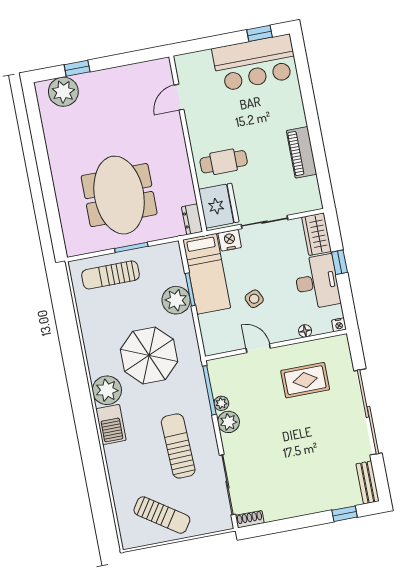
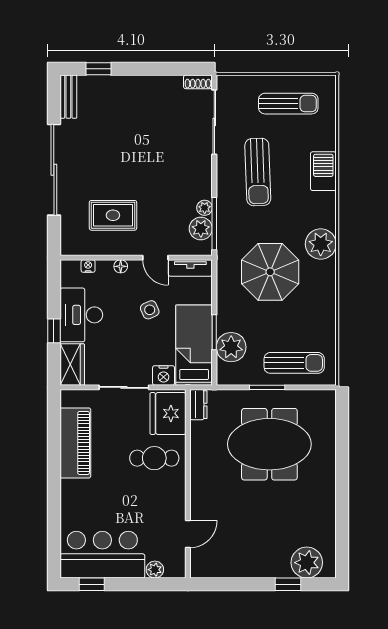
plant: (203, 58) -> (155, 570), added
piano: (302, 152) -> (75, 443), width x1.37, depth x1.33
meeting table: (119, 195) -> (269, 444), turned 90
plant: (176, 300) -> (231, 347), moved
nightstand: (339, 325) -> (88, 266), moved
floor lamp: (305, 331) -> (121, 266), moved
tv unit: (224, 345) -> (190, 268), added
plant: (228, 422) -> (201, 229), moved
barbecue: (111, 425) -> (323, 171), moved
sun lounger: (162, 515) -> (288, 104), turned 146

